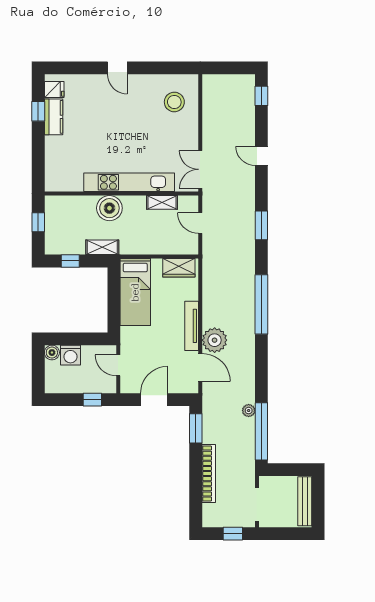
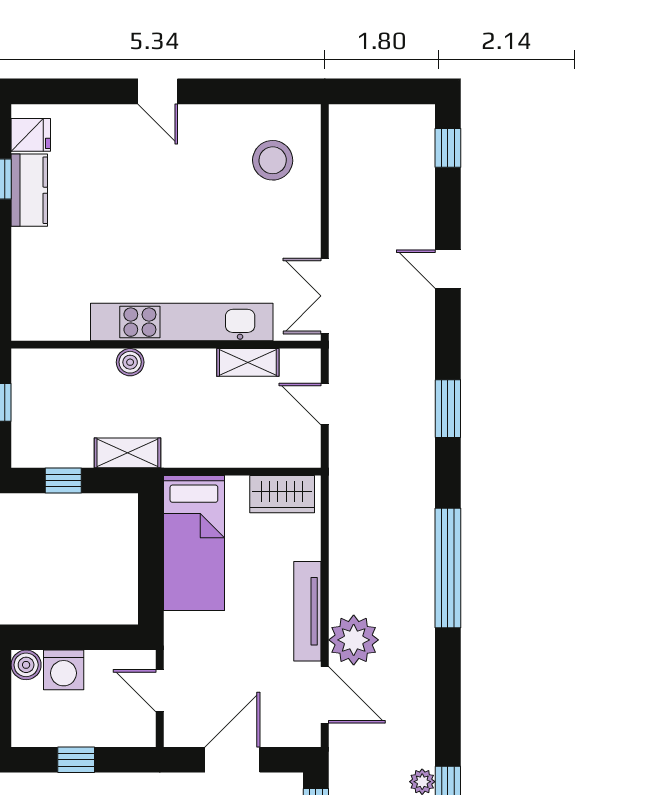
boiler: (109, 208) -> (130, 362), width x0.54, depth x0.54
window: (92, 400) -> (76, 760), moved

